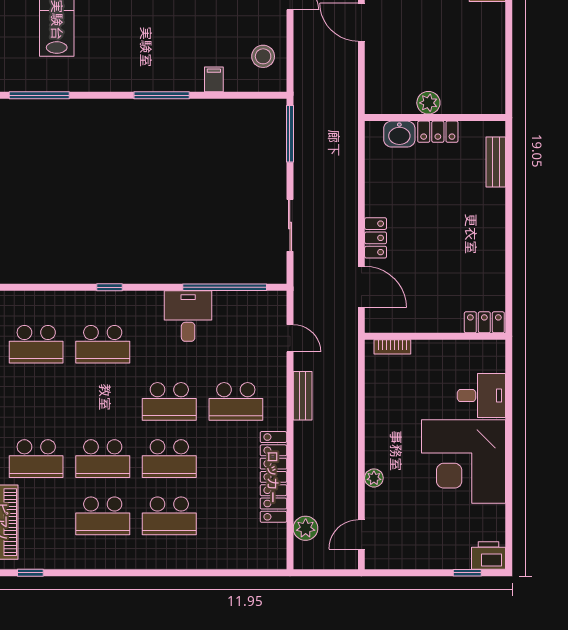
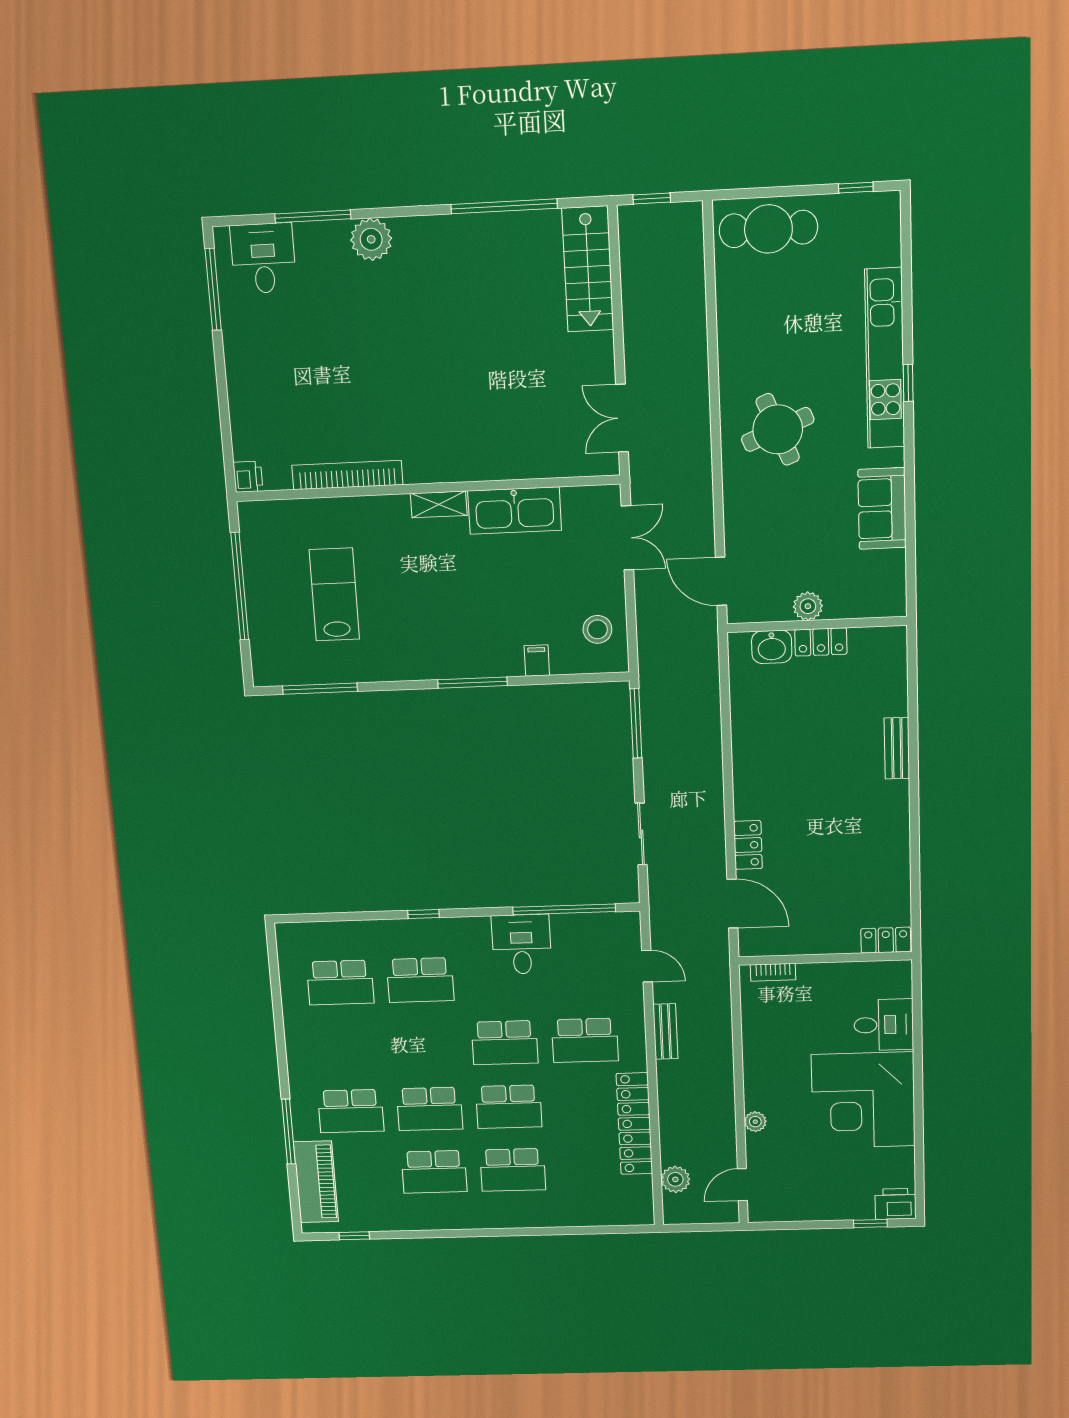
plant: (428, 103) -> (808, 606), moved
wall: (435, 118) -> (817, 624), moved
locker: (438, 132) -> (821, 642), moved
washbasin: (399, 134) -> (772, 647), moved

